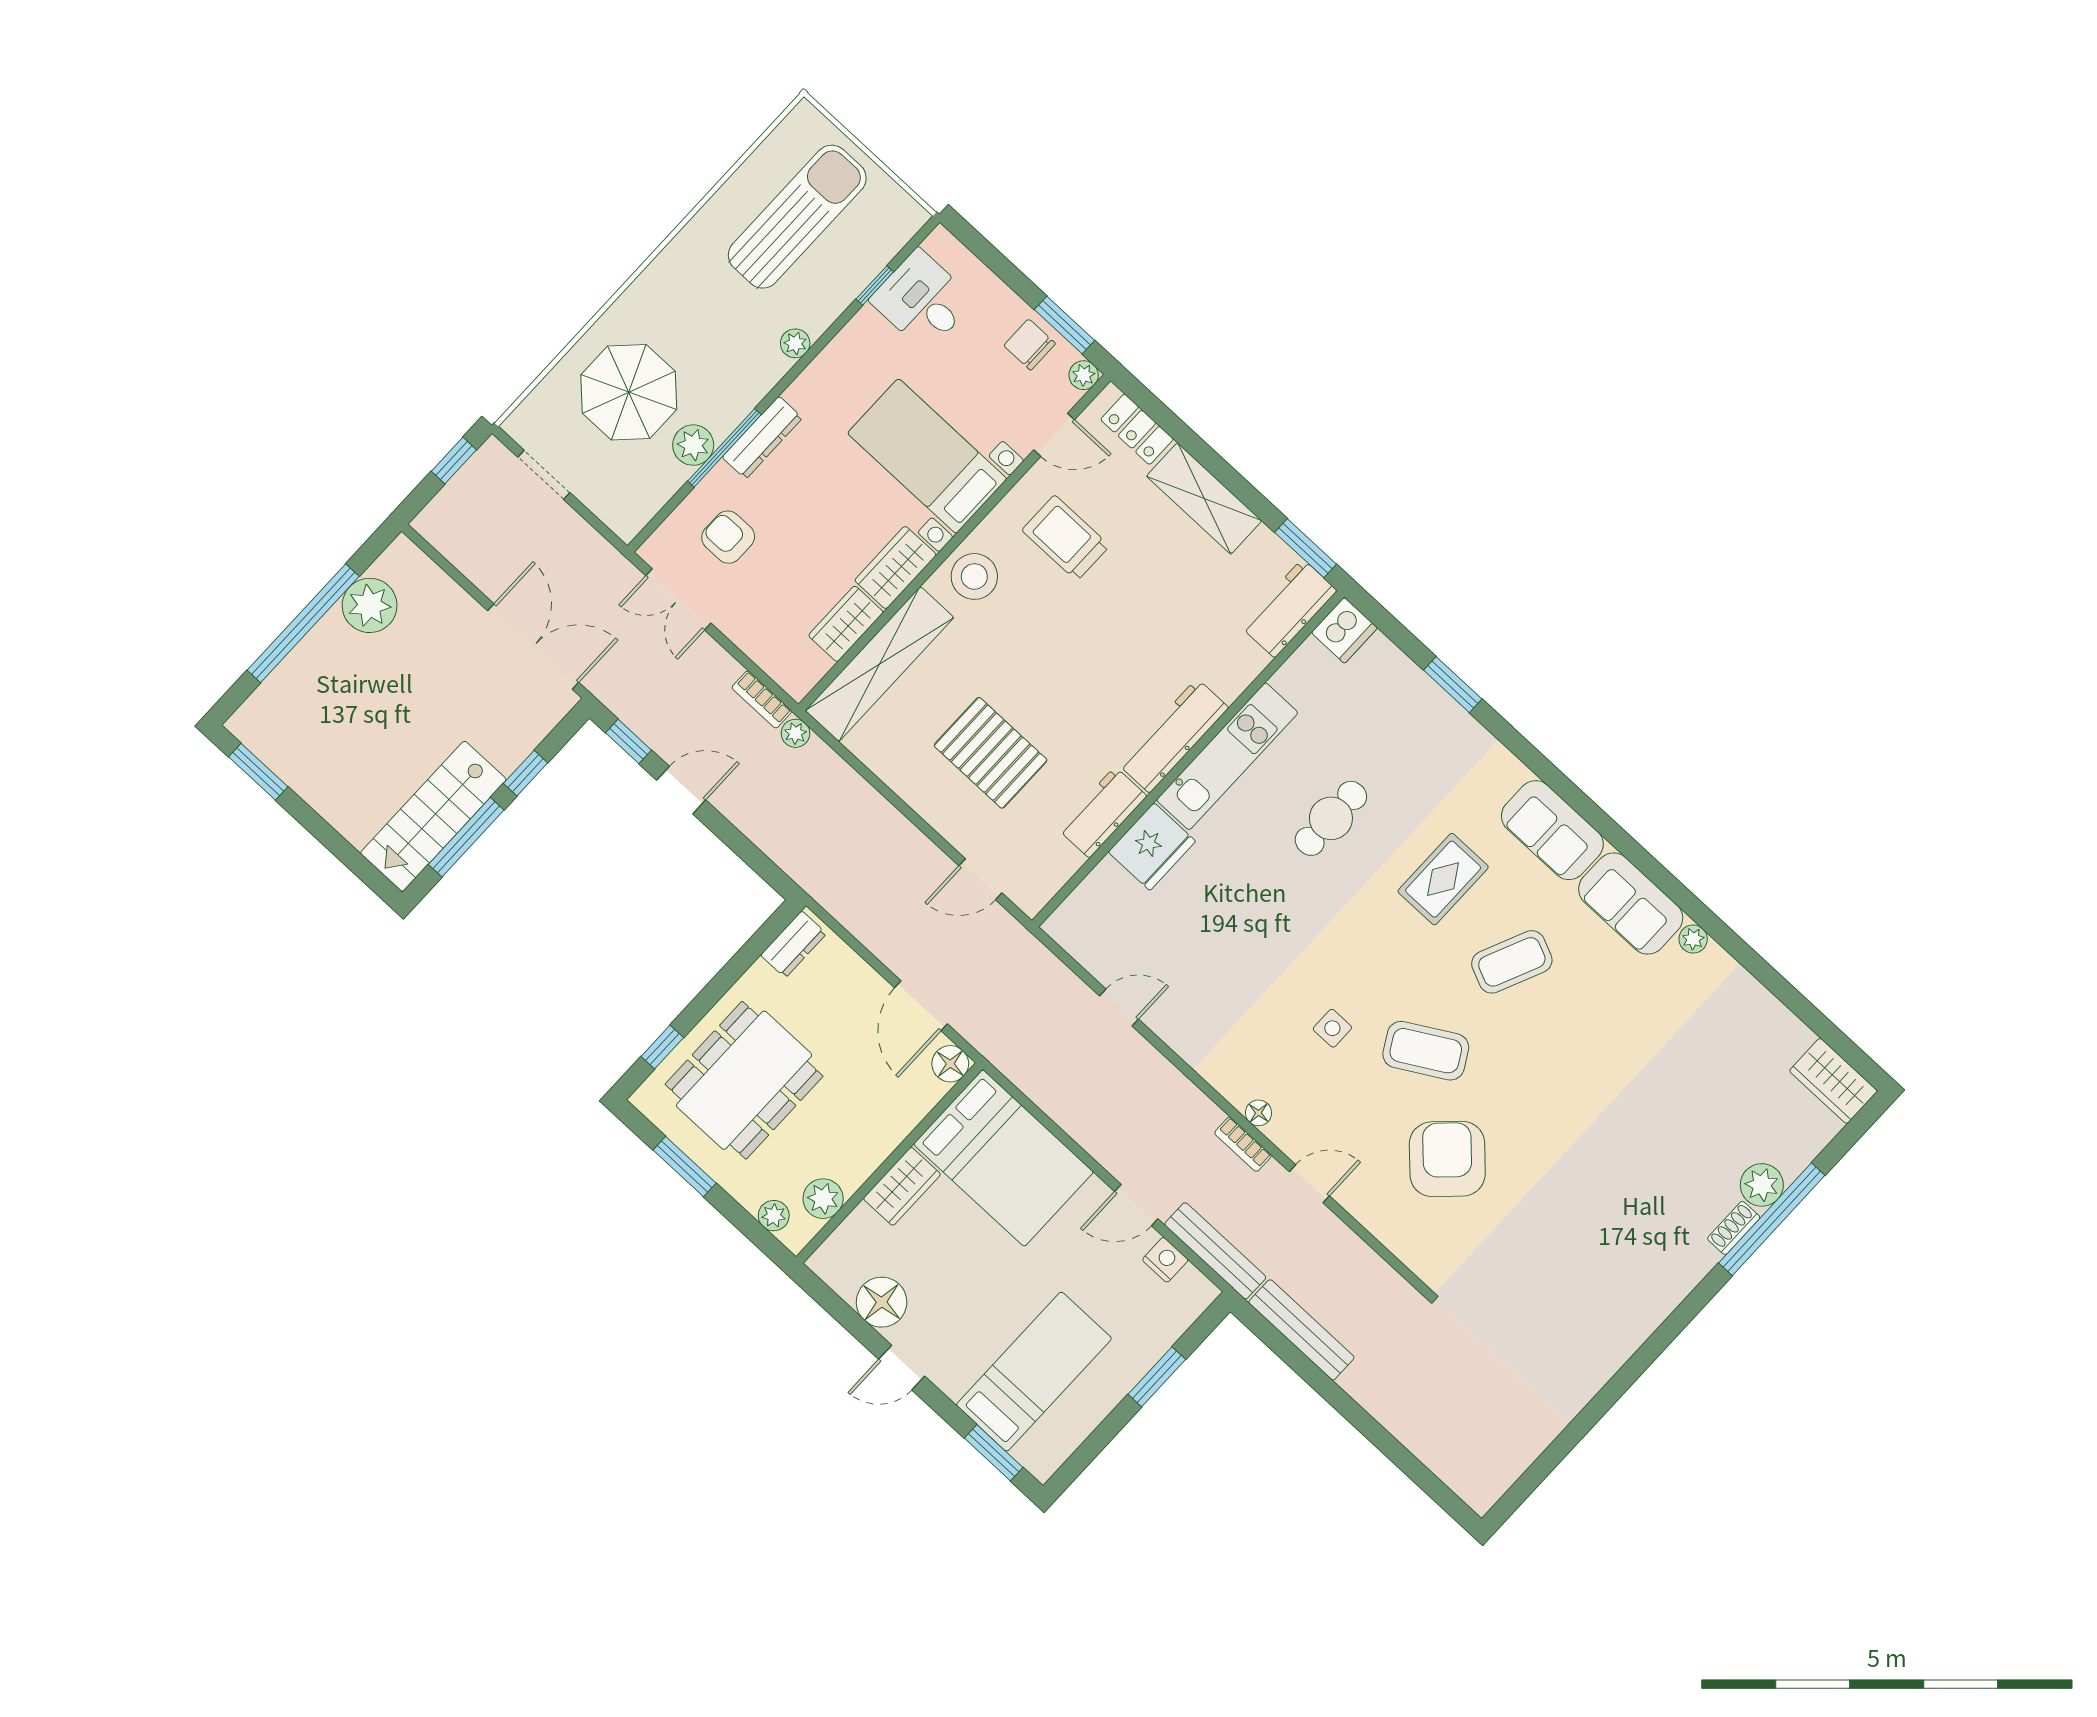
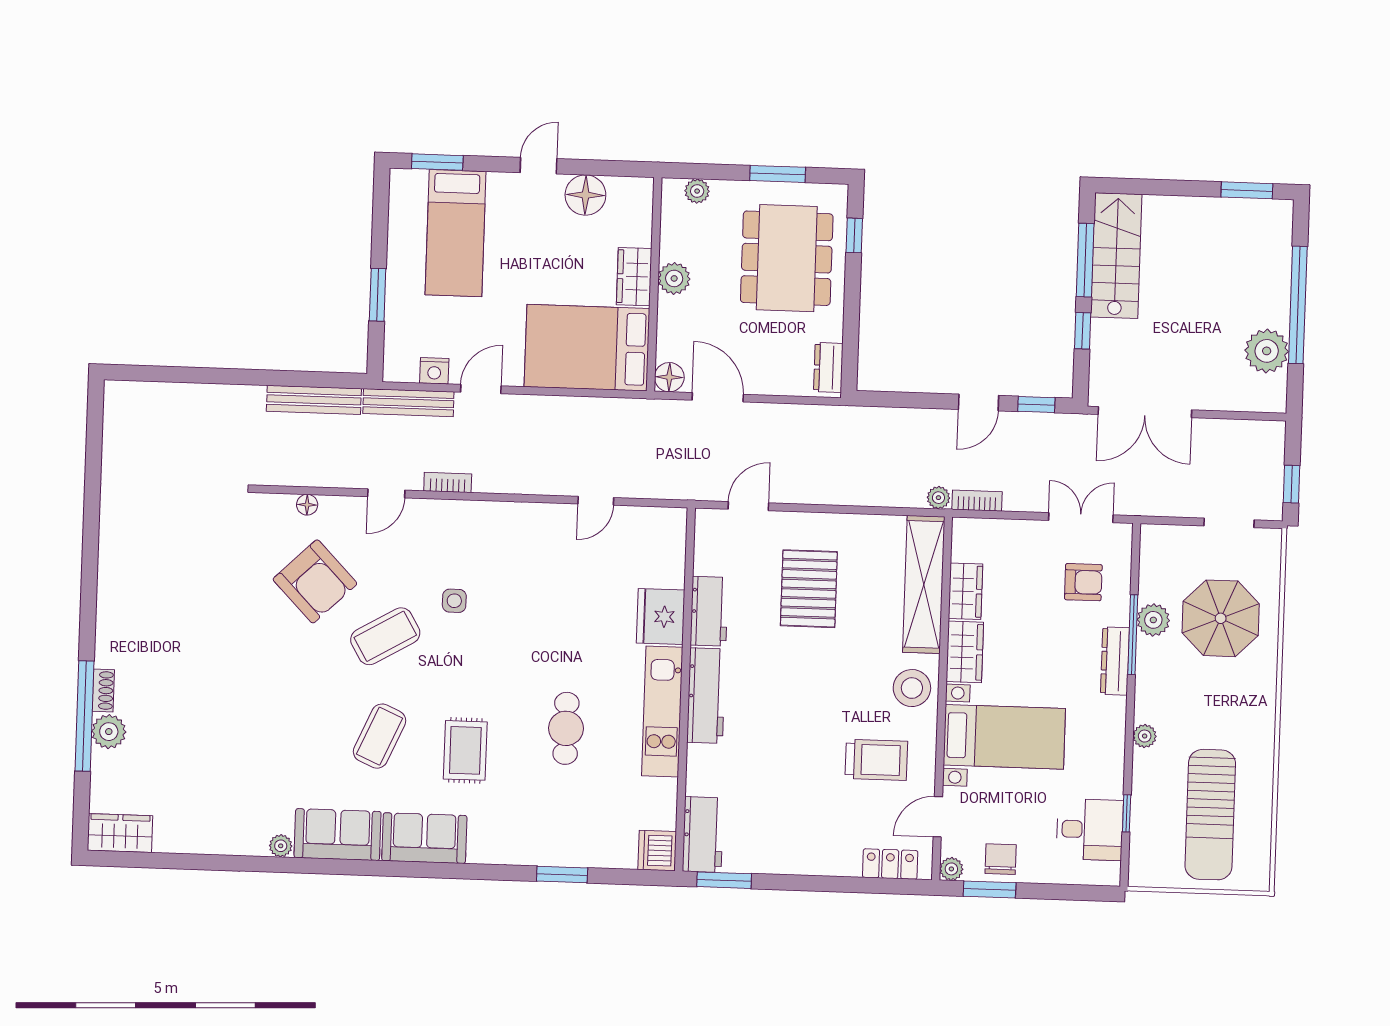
chair: (1030, 345) -> (1001, 859), turned -90
shelving: (1204, 498) -> (813, 857), removed
pallet: (991, 753) -> (809, 589), turned 90
floor lamp: (1258, 1113) -> (307, 505), moved
plant: (823, 1199) -> (674, 278), moved

